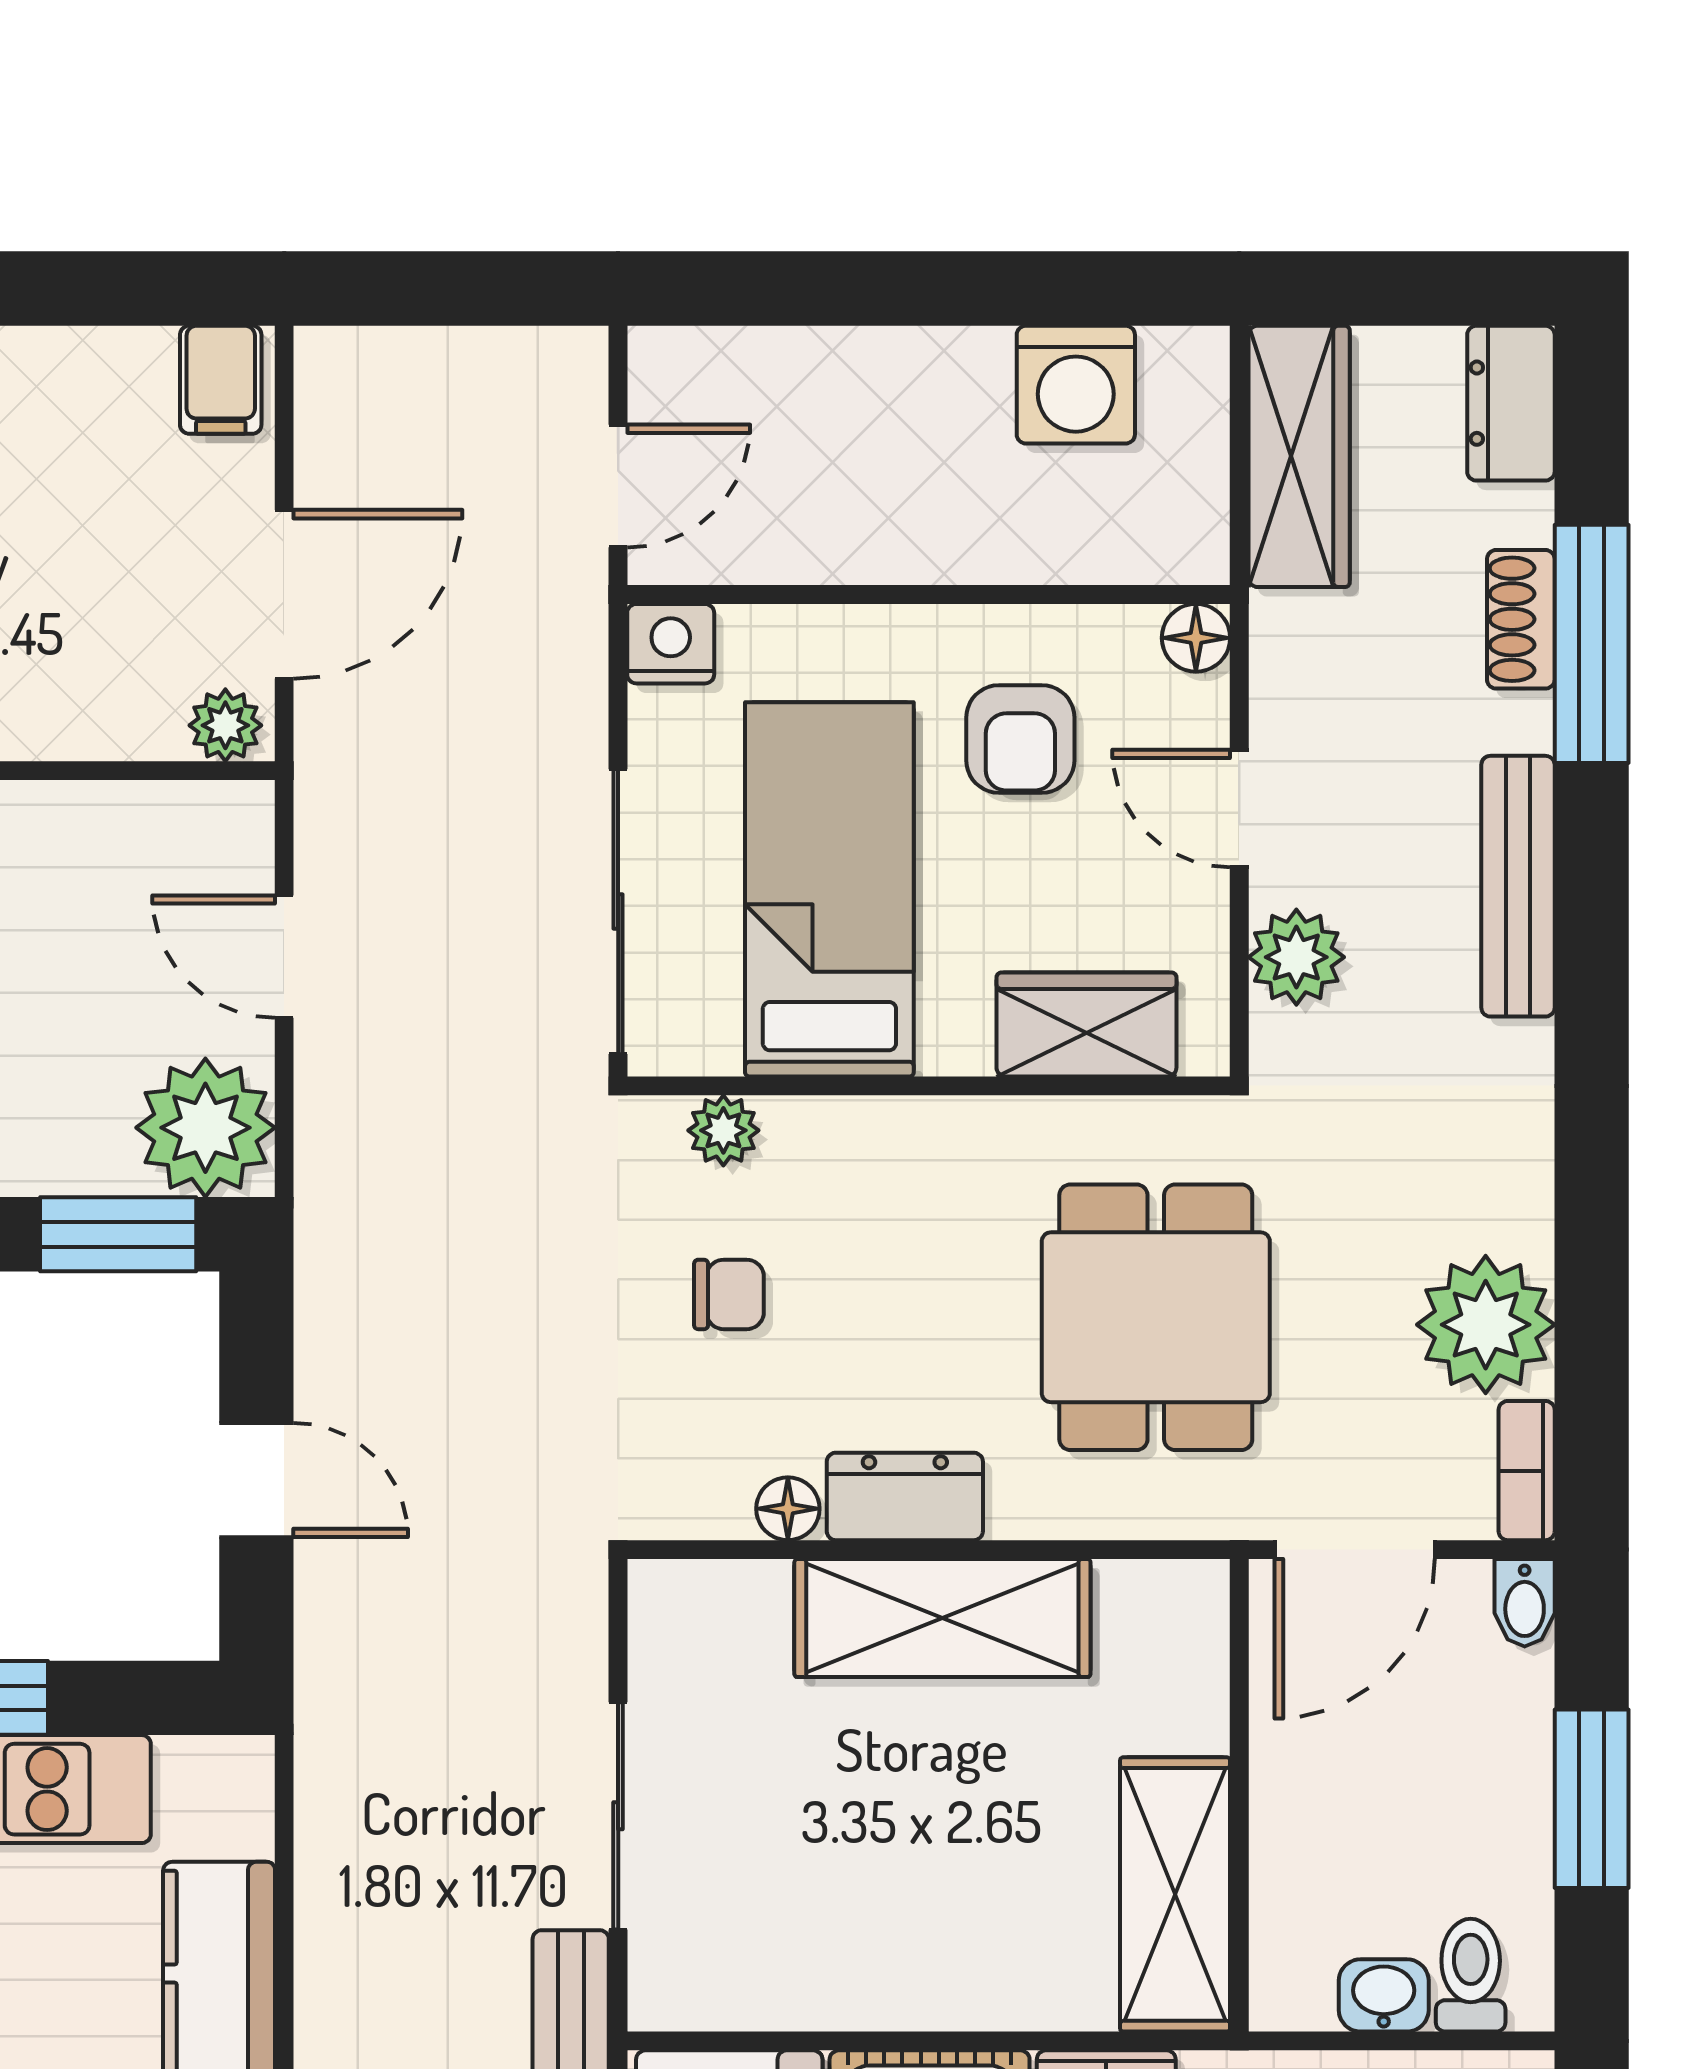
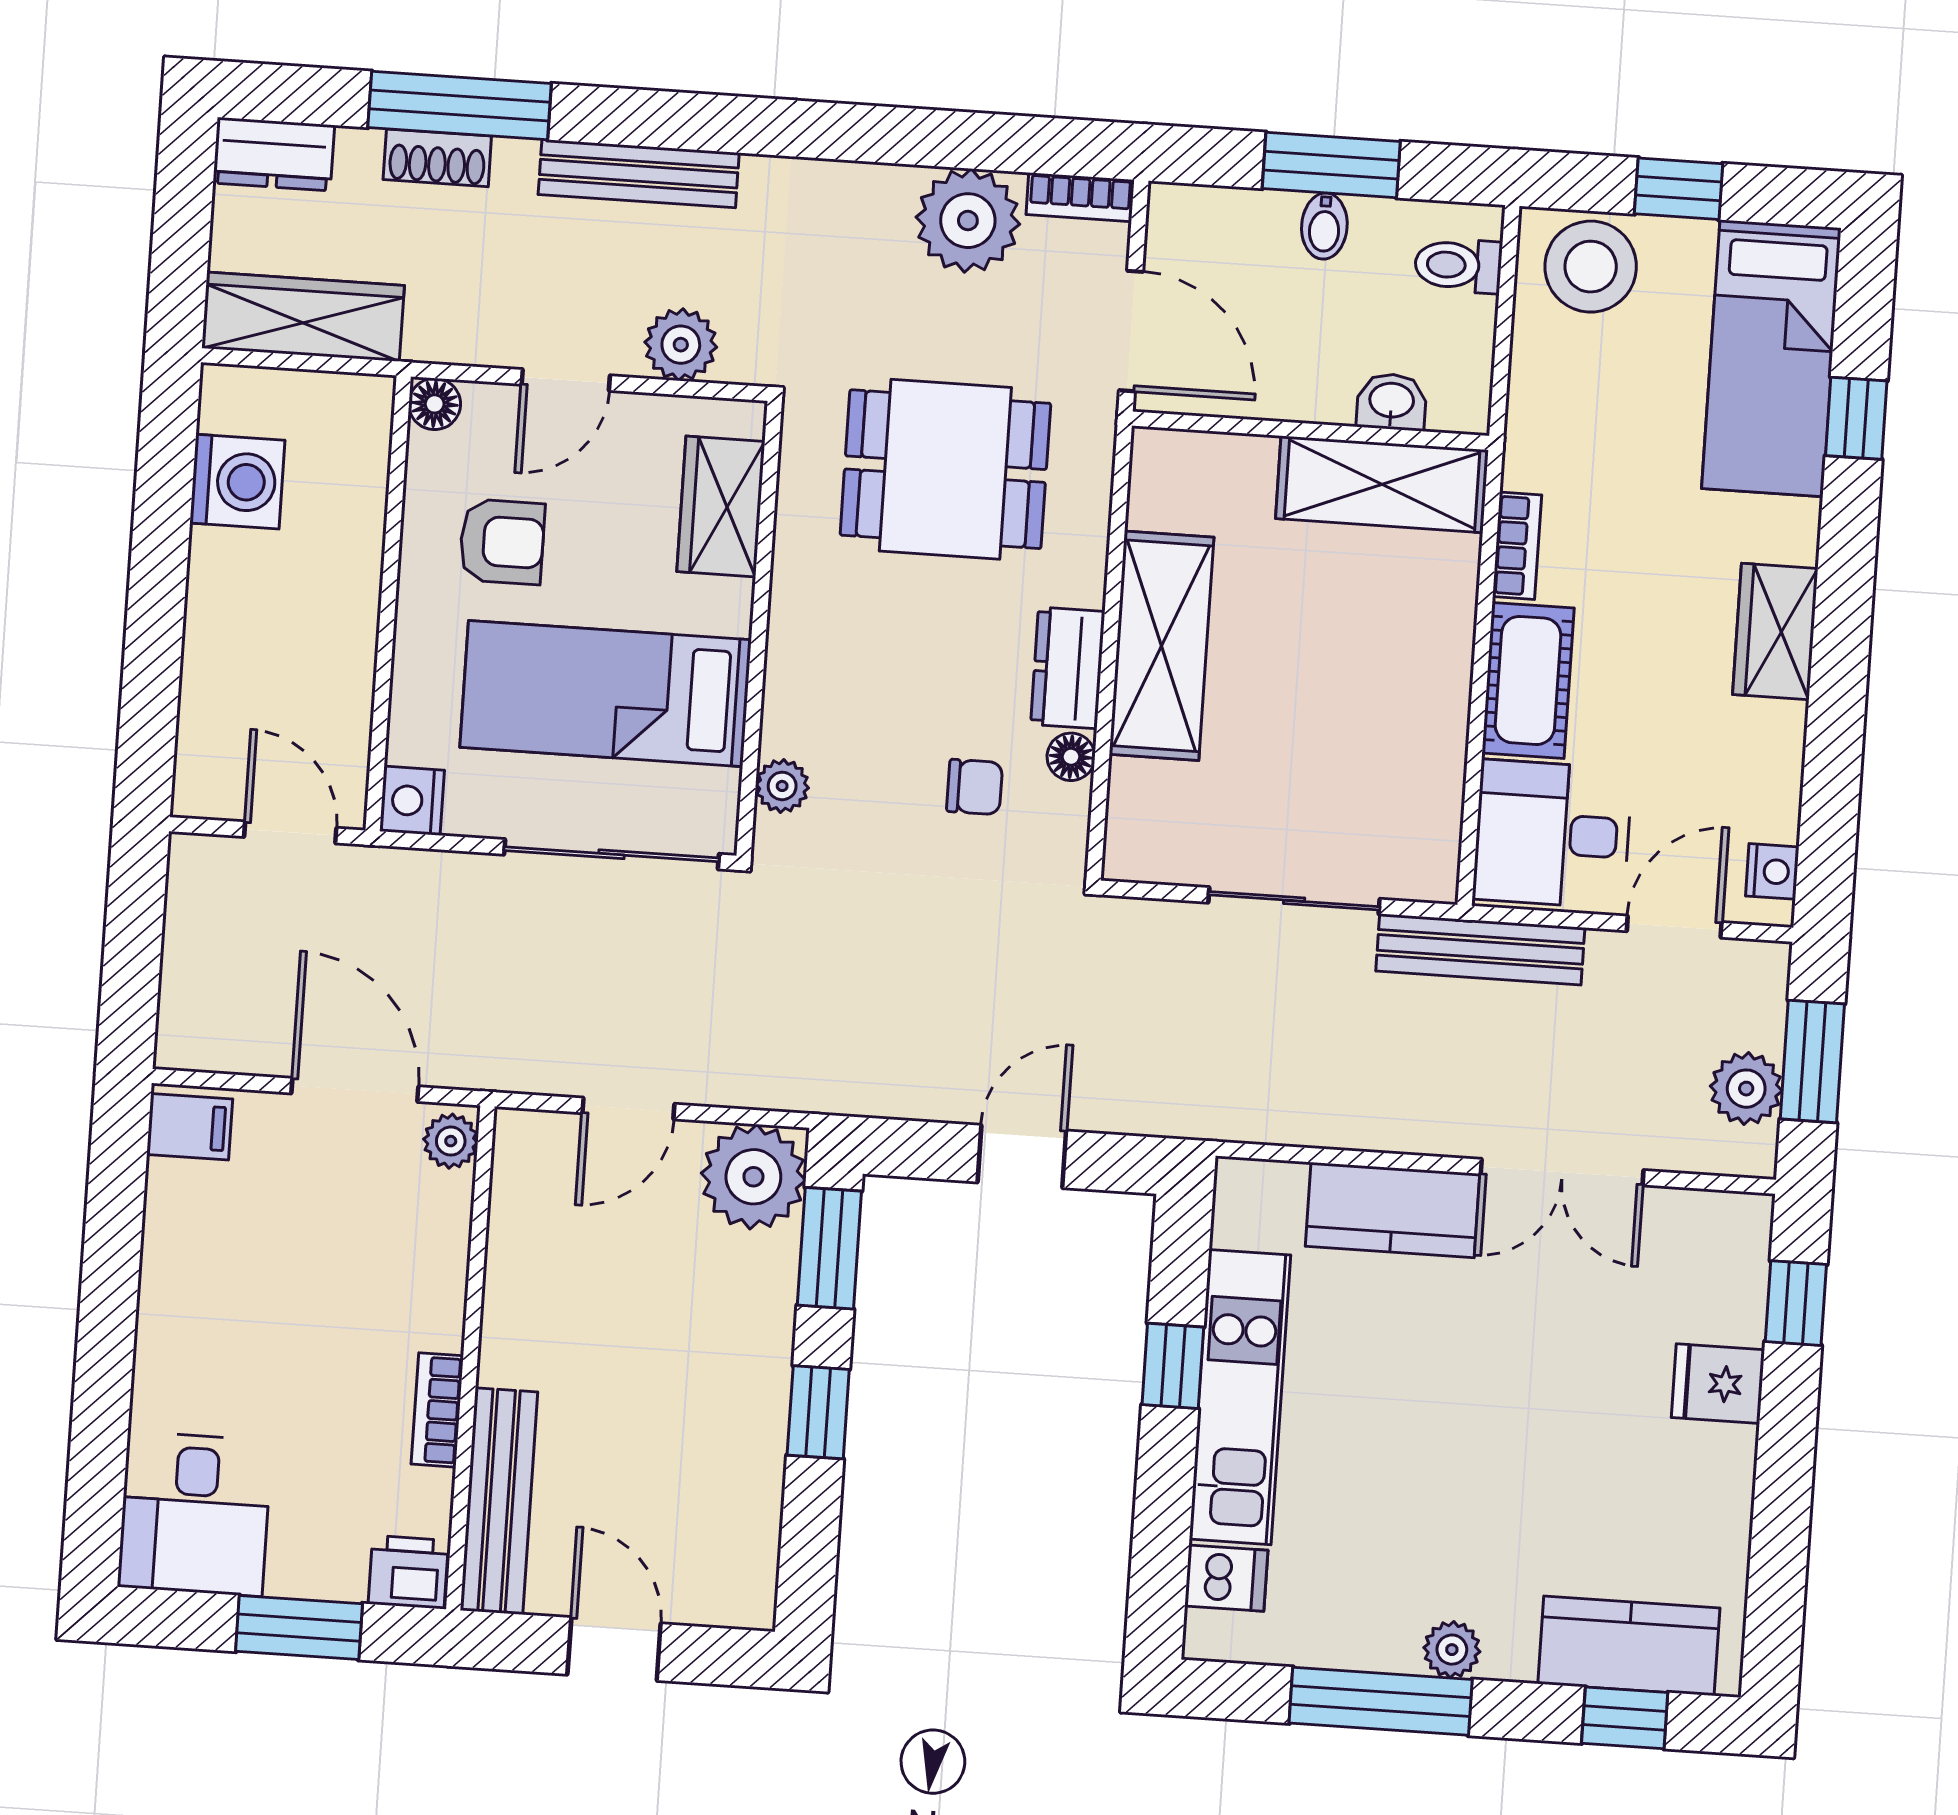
chair: (729, 1294) -> (975, 787), moved, turned 90
bidet: (1525, 1603) -> (1324, 226), moved, turned 90
washbasin: (1384, 1995) -> (1392, 402), moved, turned 90

